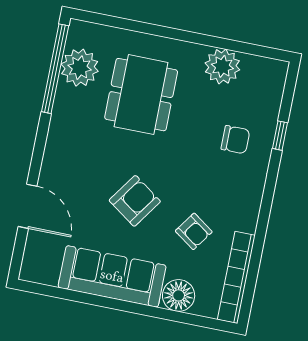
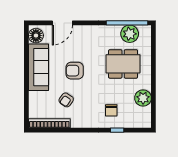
armchair: (135, 201) -> (75, 71), turned 145
floor lamp: (179, 295) -> (36, 36), moved

